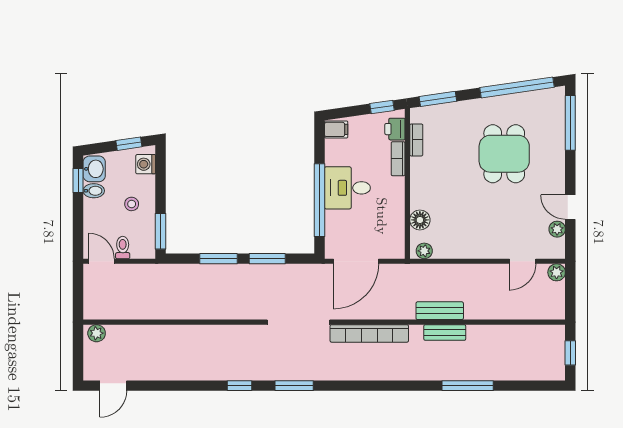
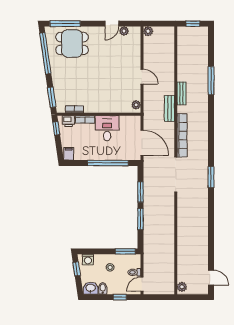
dining table: (504, 154) -> (72, 44), moved
window: (78, 180) -> (120, 297), moved
desk: (347, 188) -> (107, 128), moved, turned 180
floor lamp: (420, 220) -> (119, 107), removed
door: (523, 261) -> (142, 77), moved
bench: (440, 311) -> (169, 108), moved
window: (239, 386) -> (211, 207), removed

